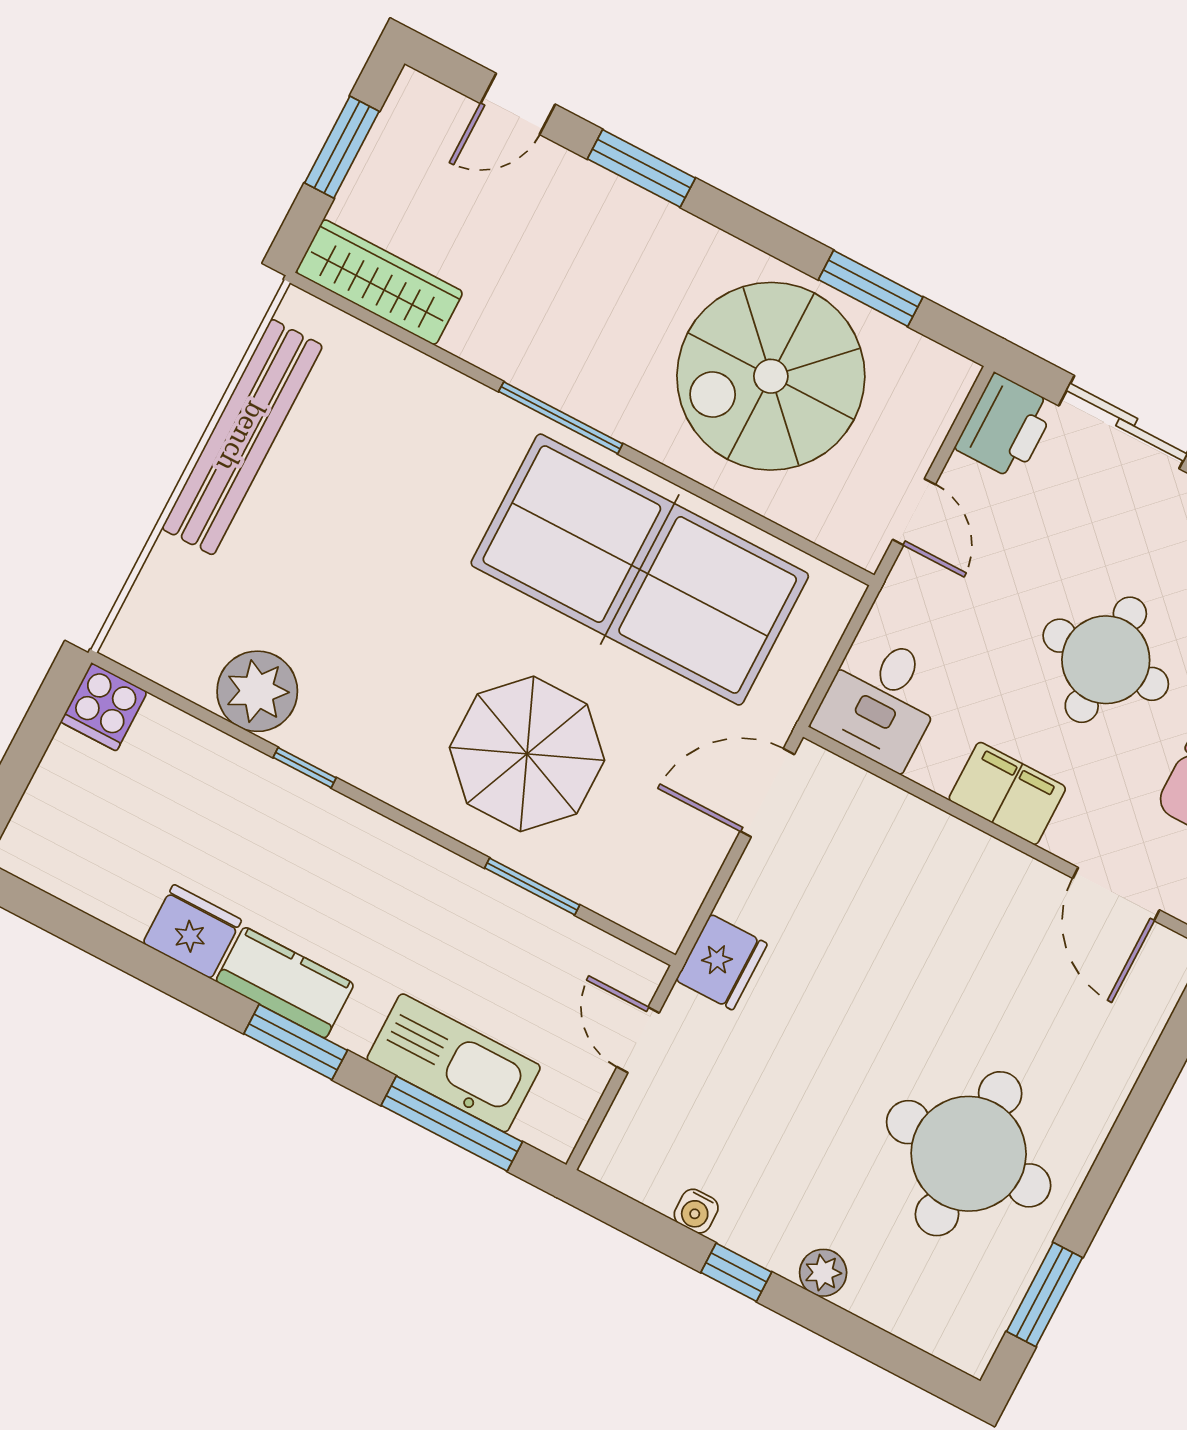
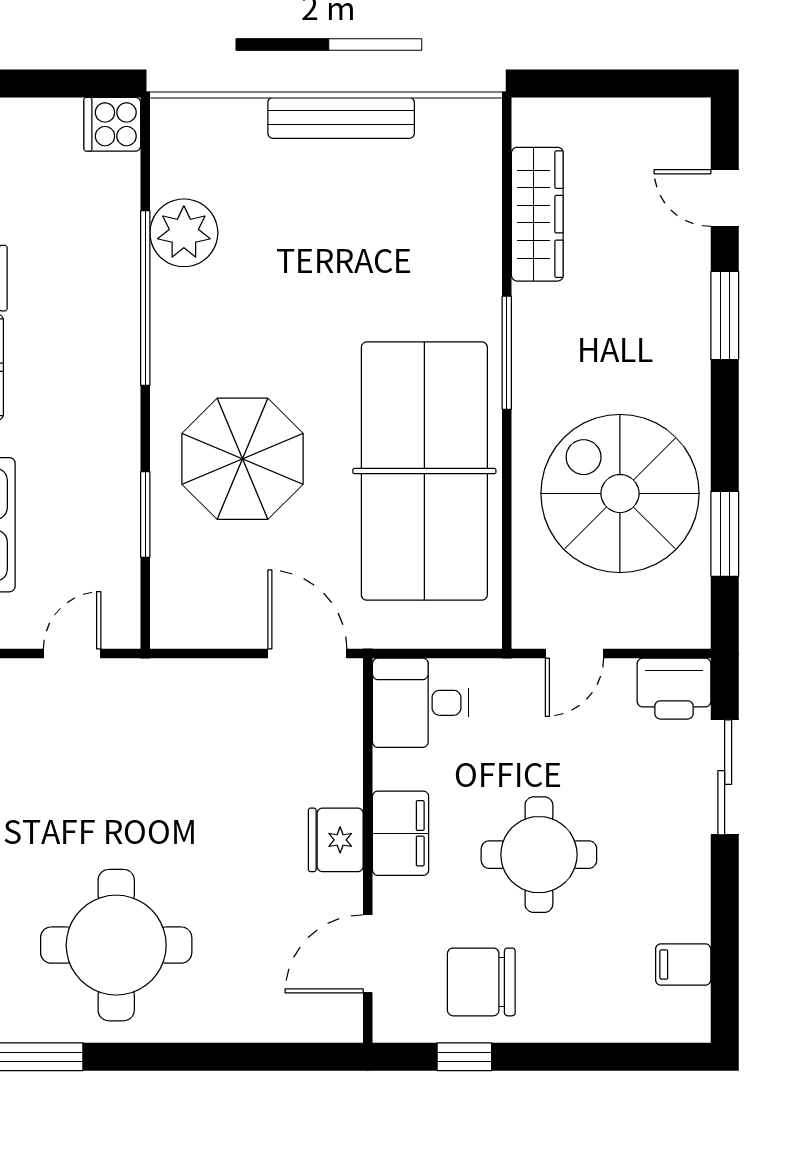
window: (342, 147) -> (624, 83), removed
wardrobe: (379, 282) -> (537, 214), moved
bench: (242, 437) -> (341, 118), width x0.73, depth x0.82
window: (305, 768) -> (145, 298), width x3.17
fridge: (722, 962) -> (336, 840), moved, turned 90

